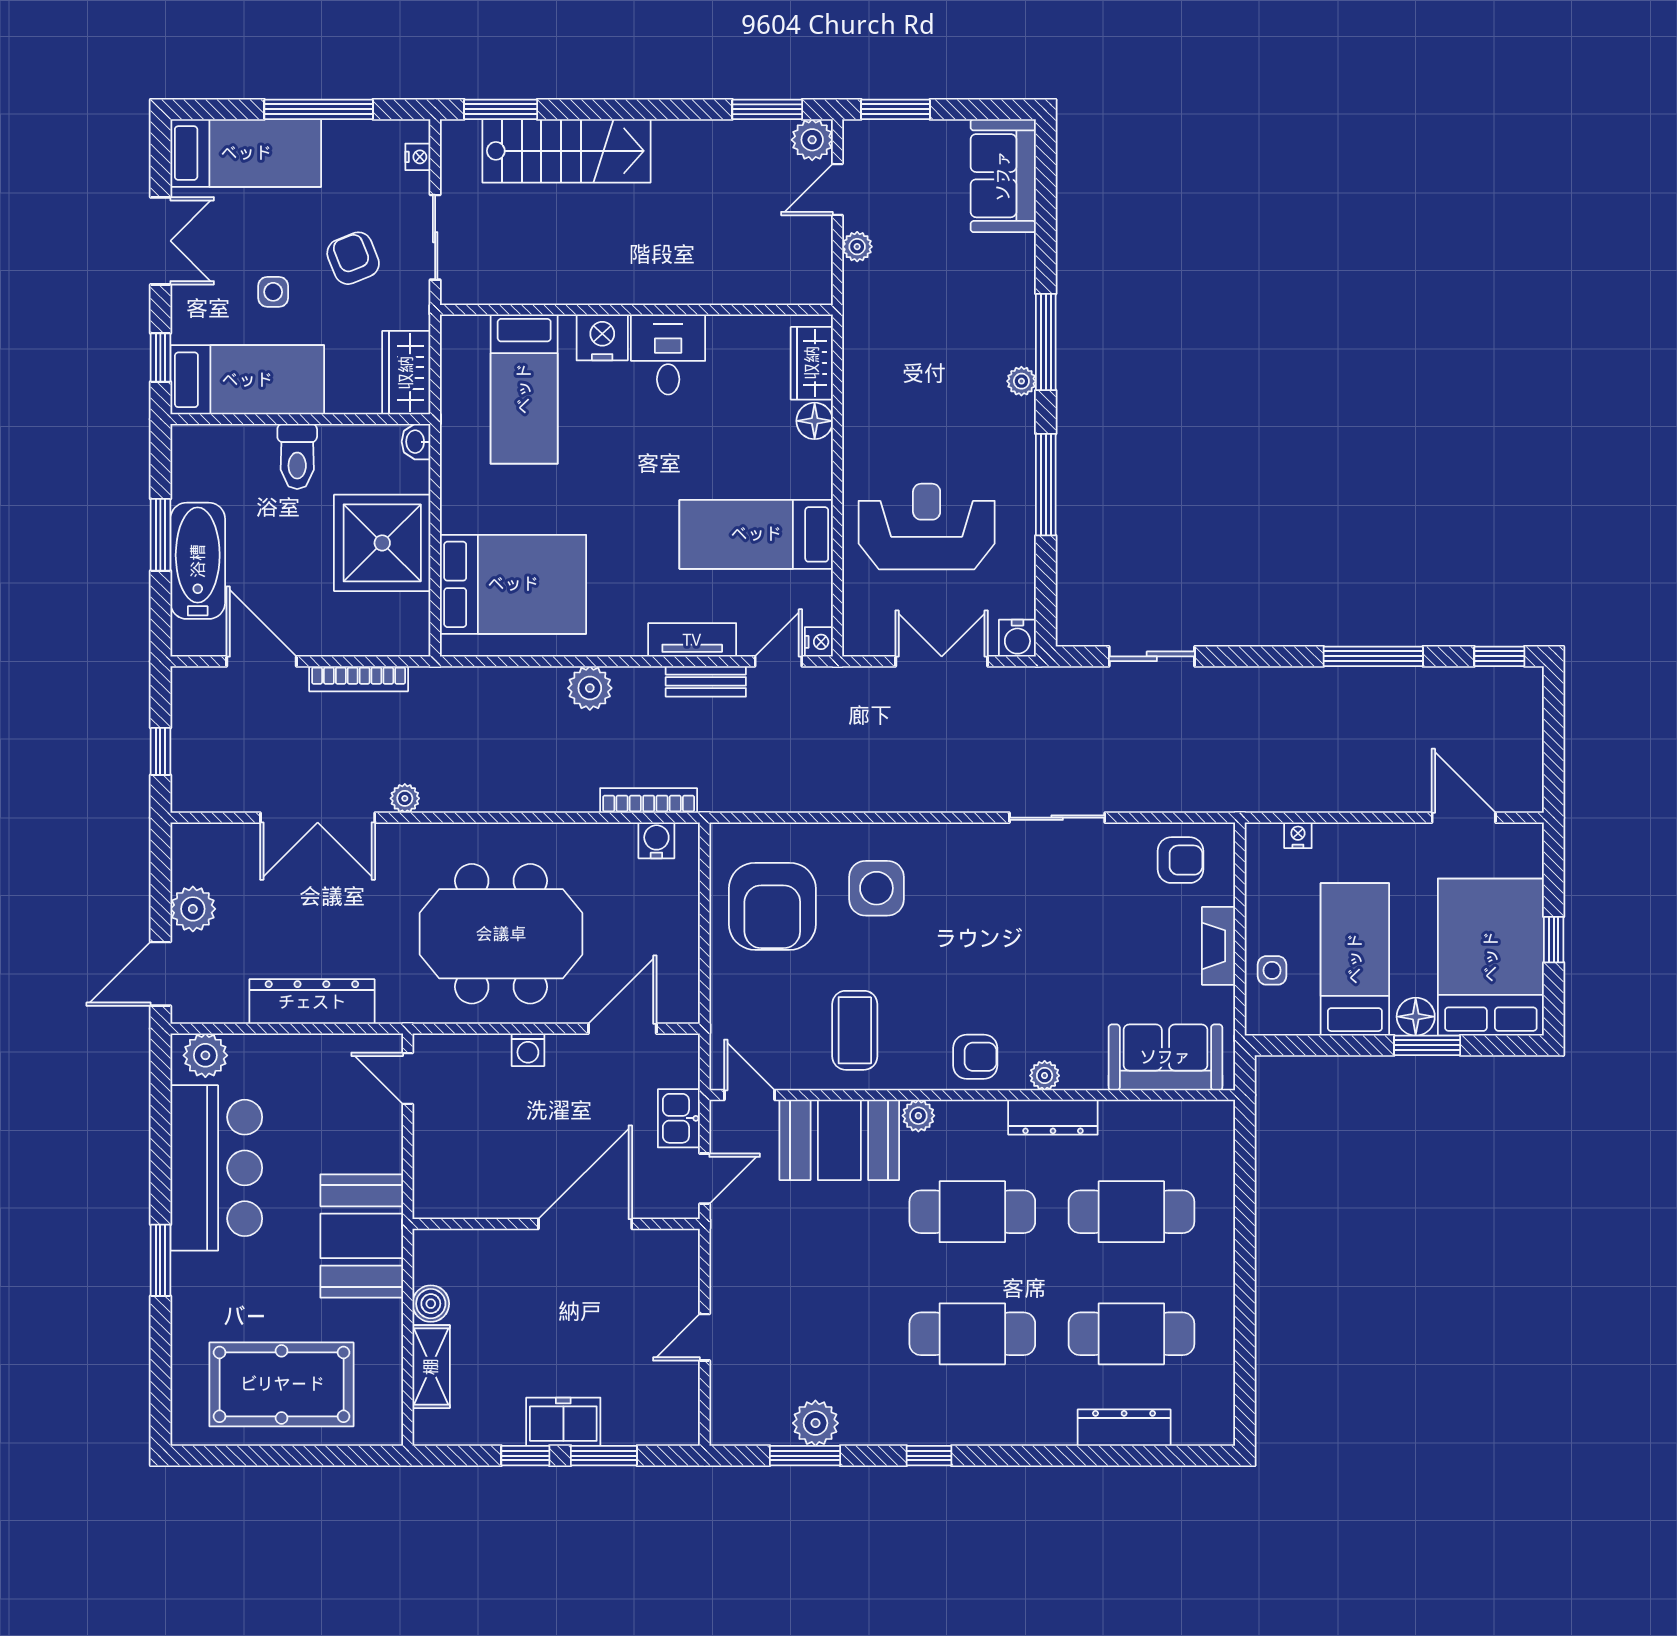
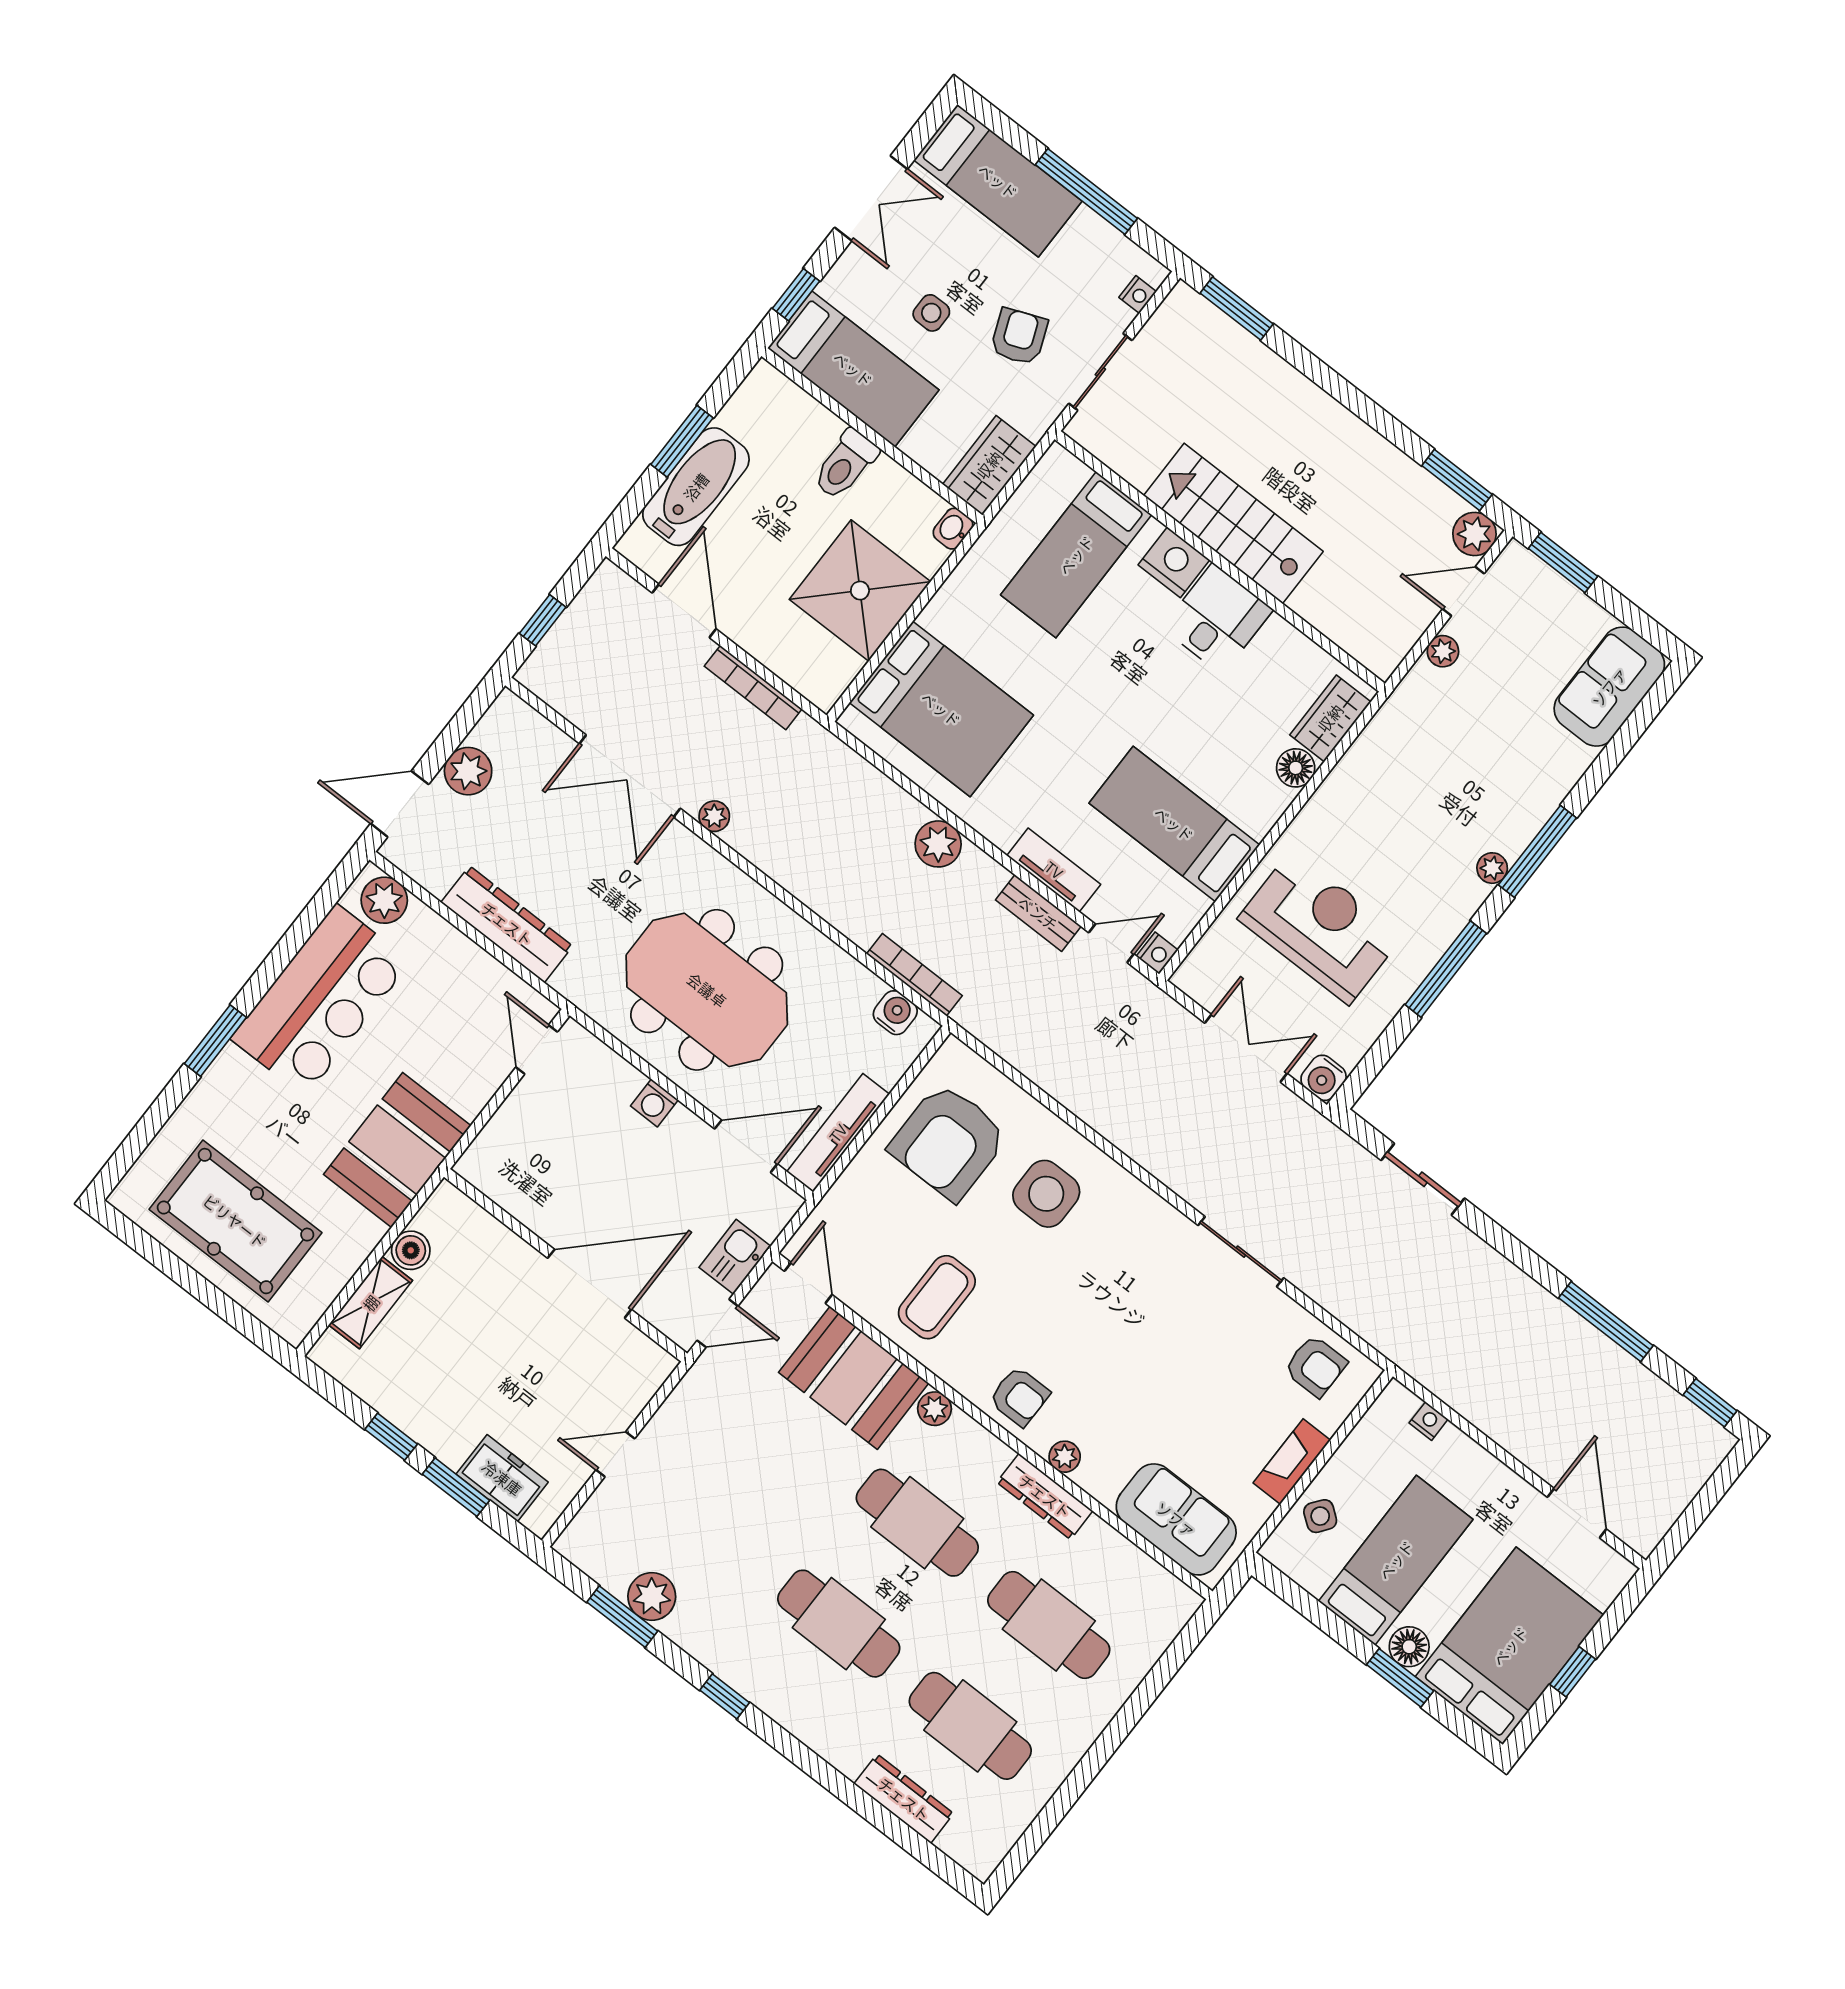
stairs: (567, 151) -> (1233, 523), moved, turned 180
tv unit: (684, 964) -> (838, 1133), added
side table: (1272, 970) -> (1320, 1516), turned 37
freezer: (563, 1422) -> (502, 1478), moved

